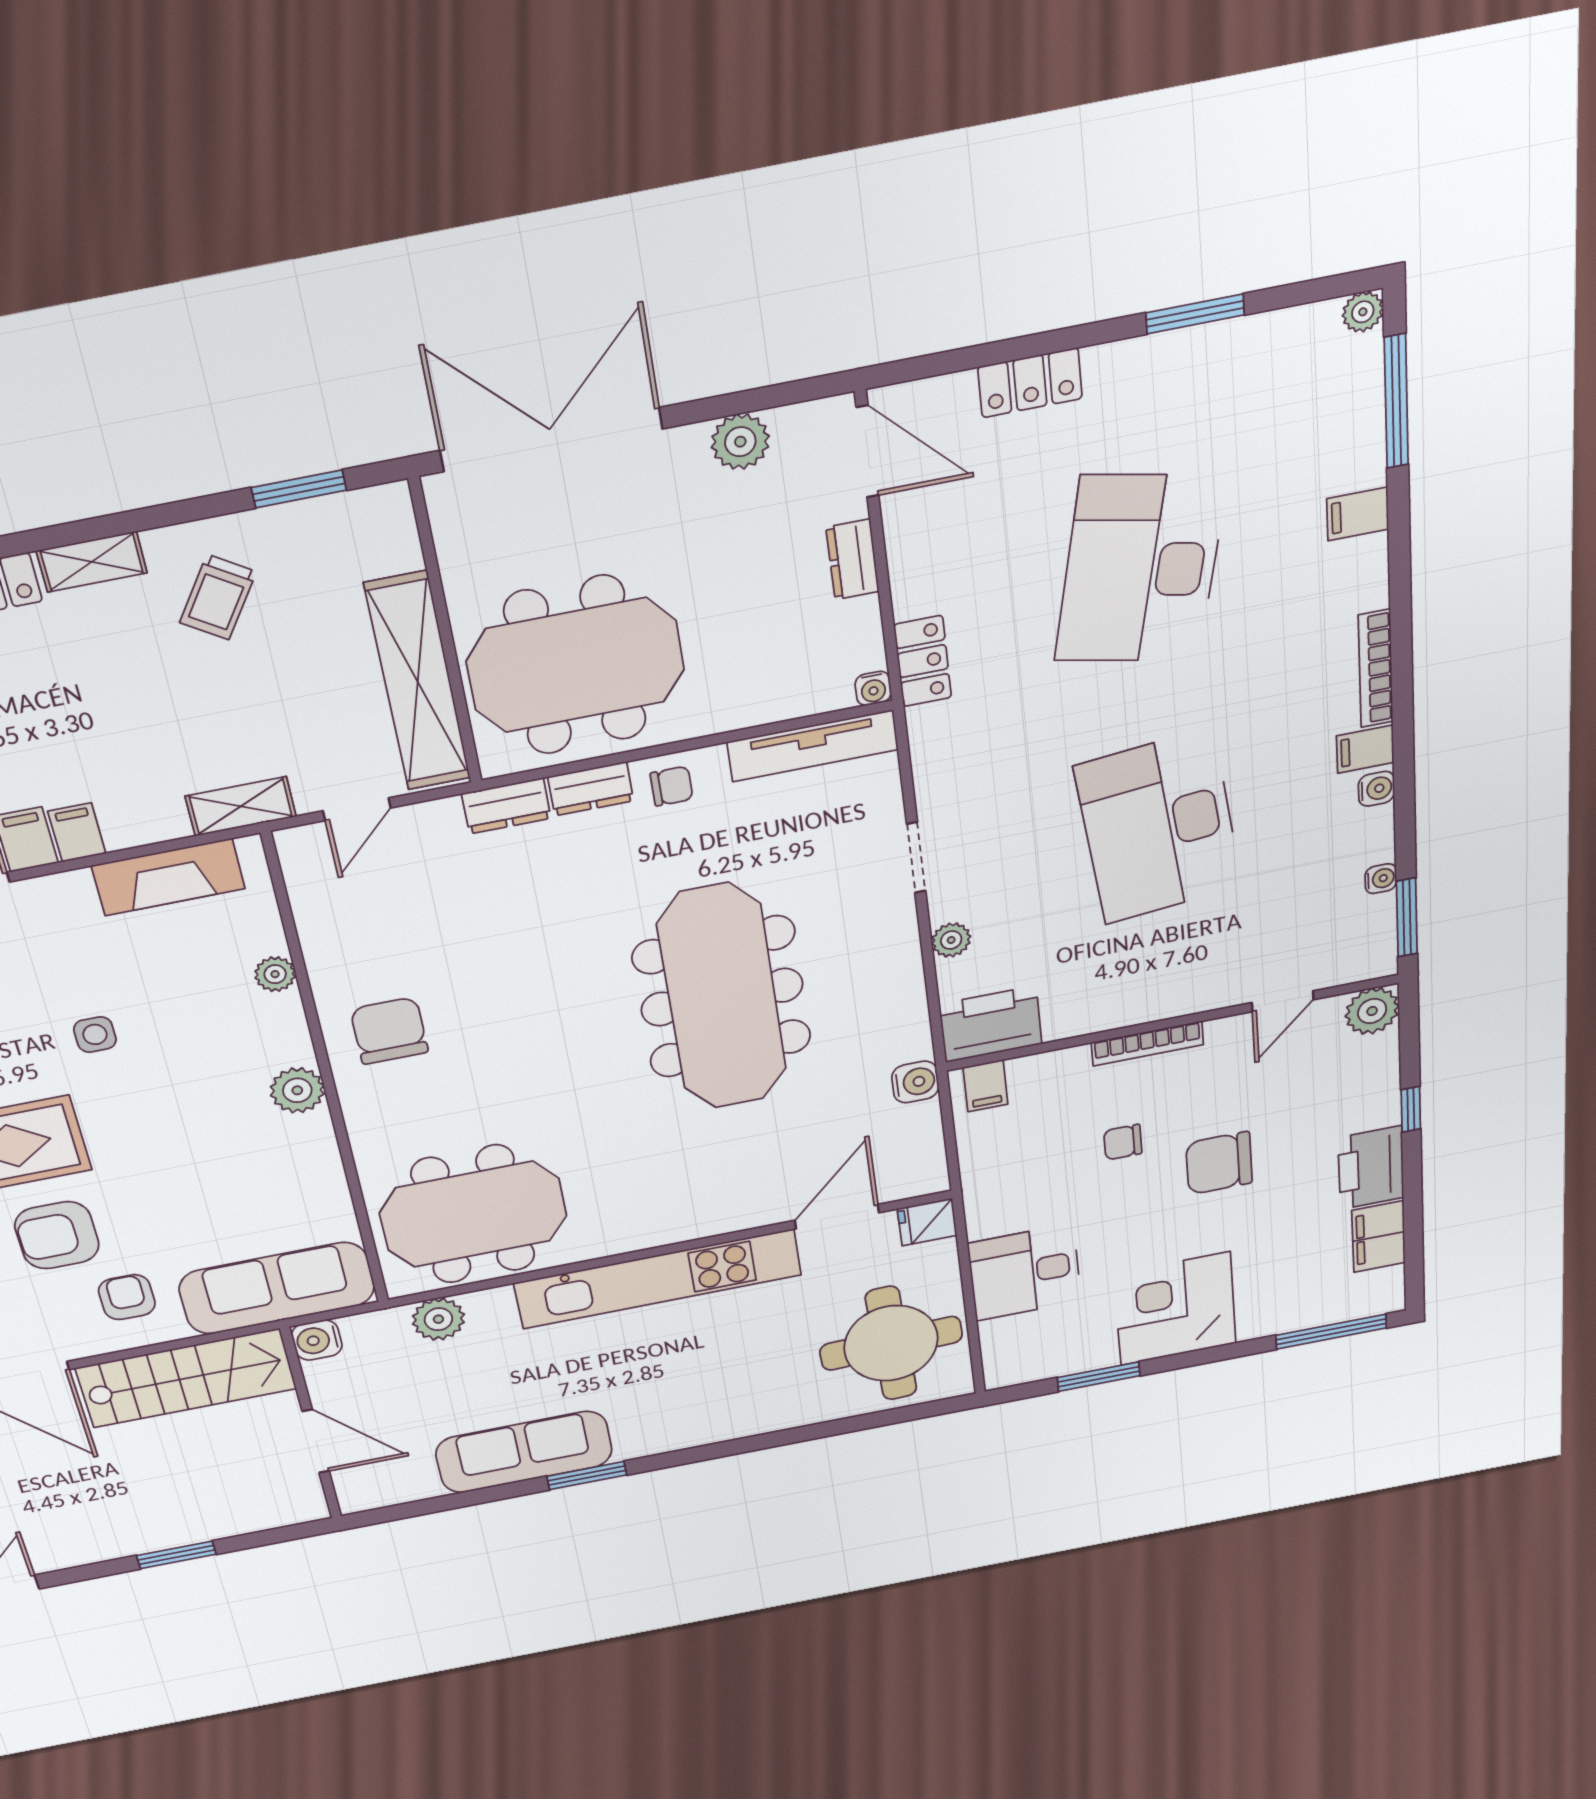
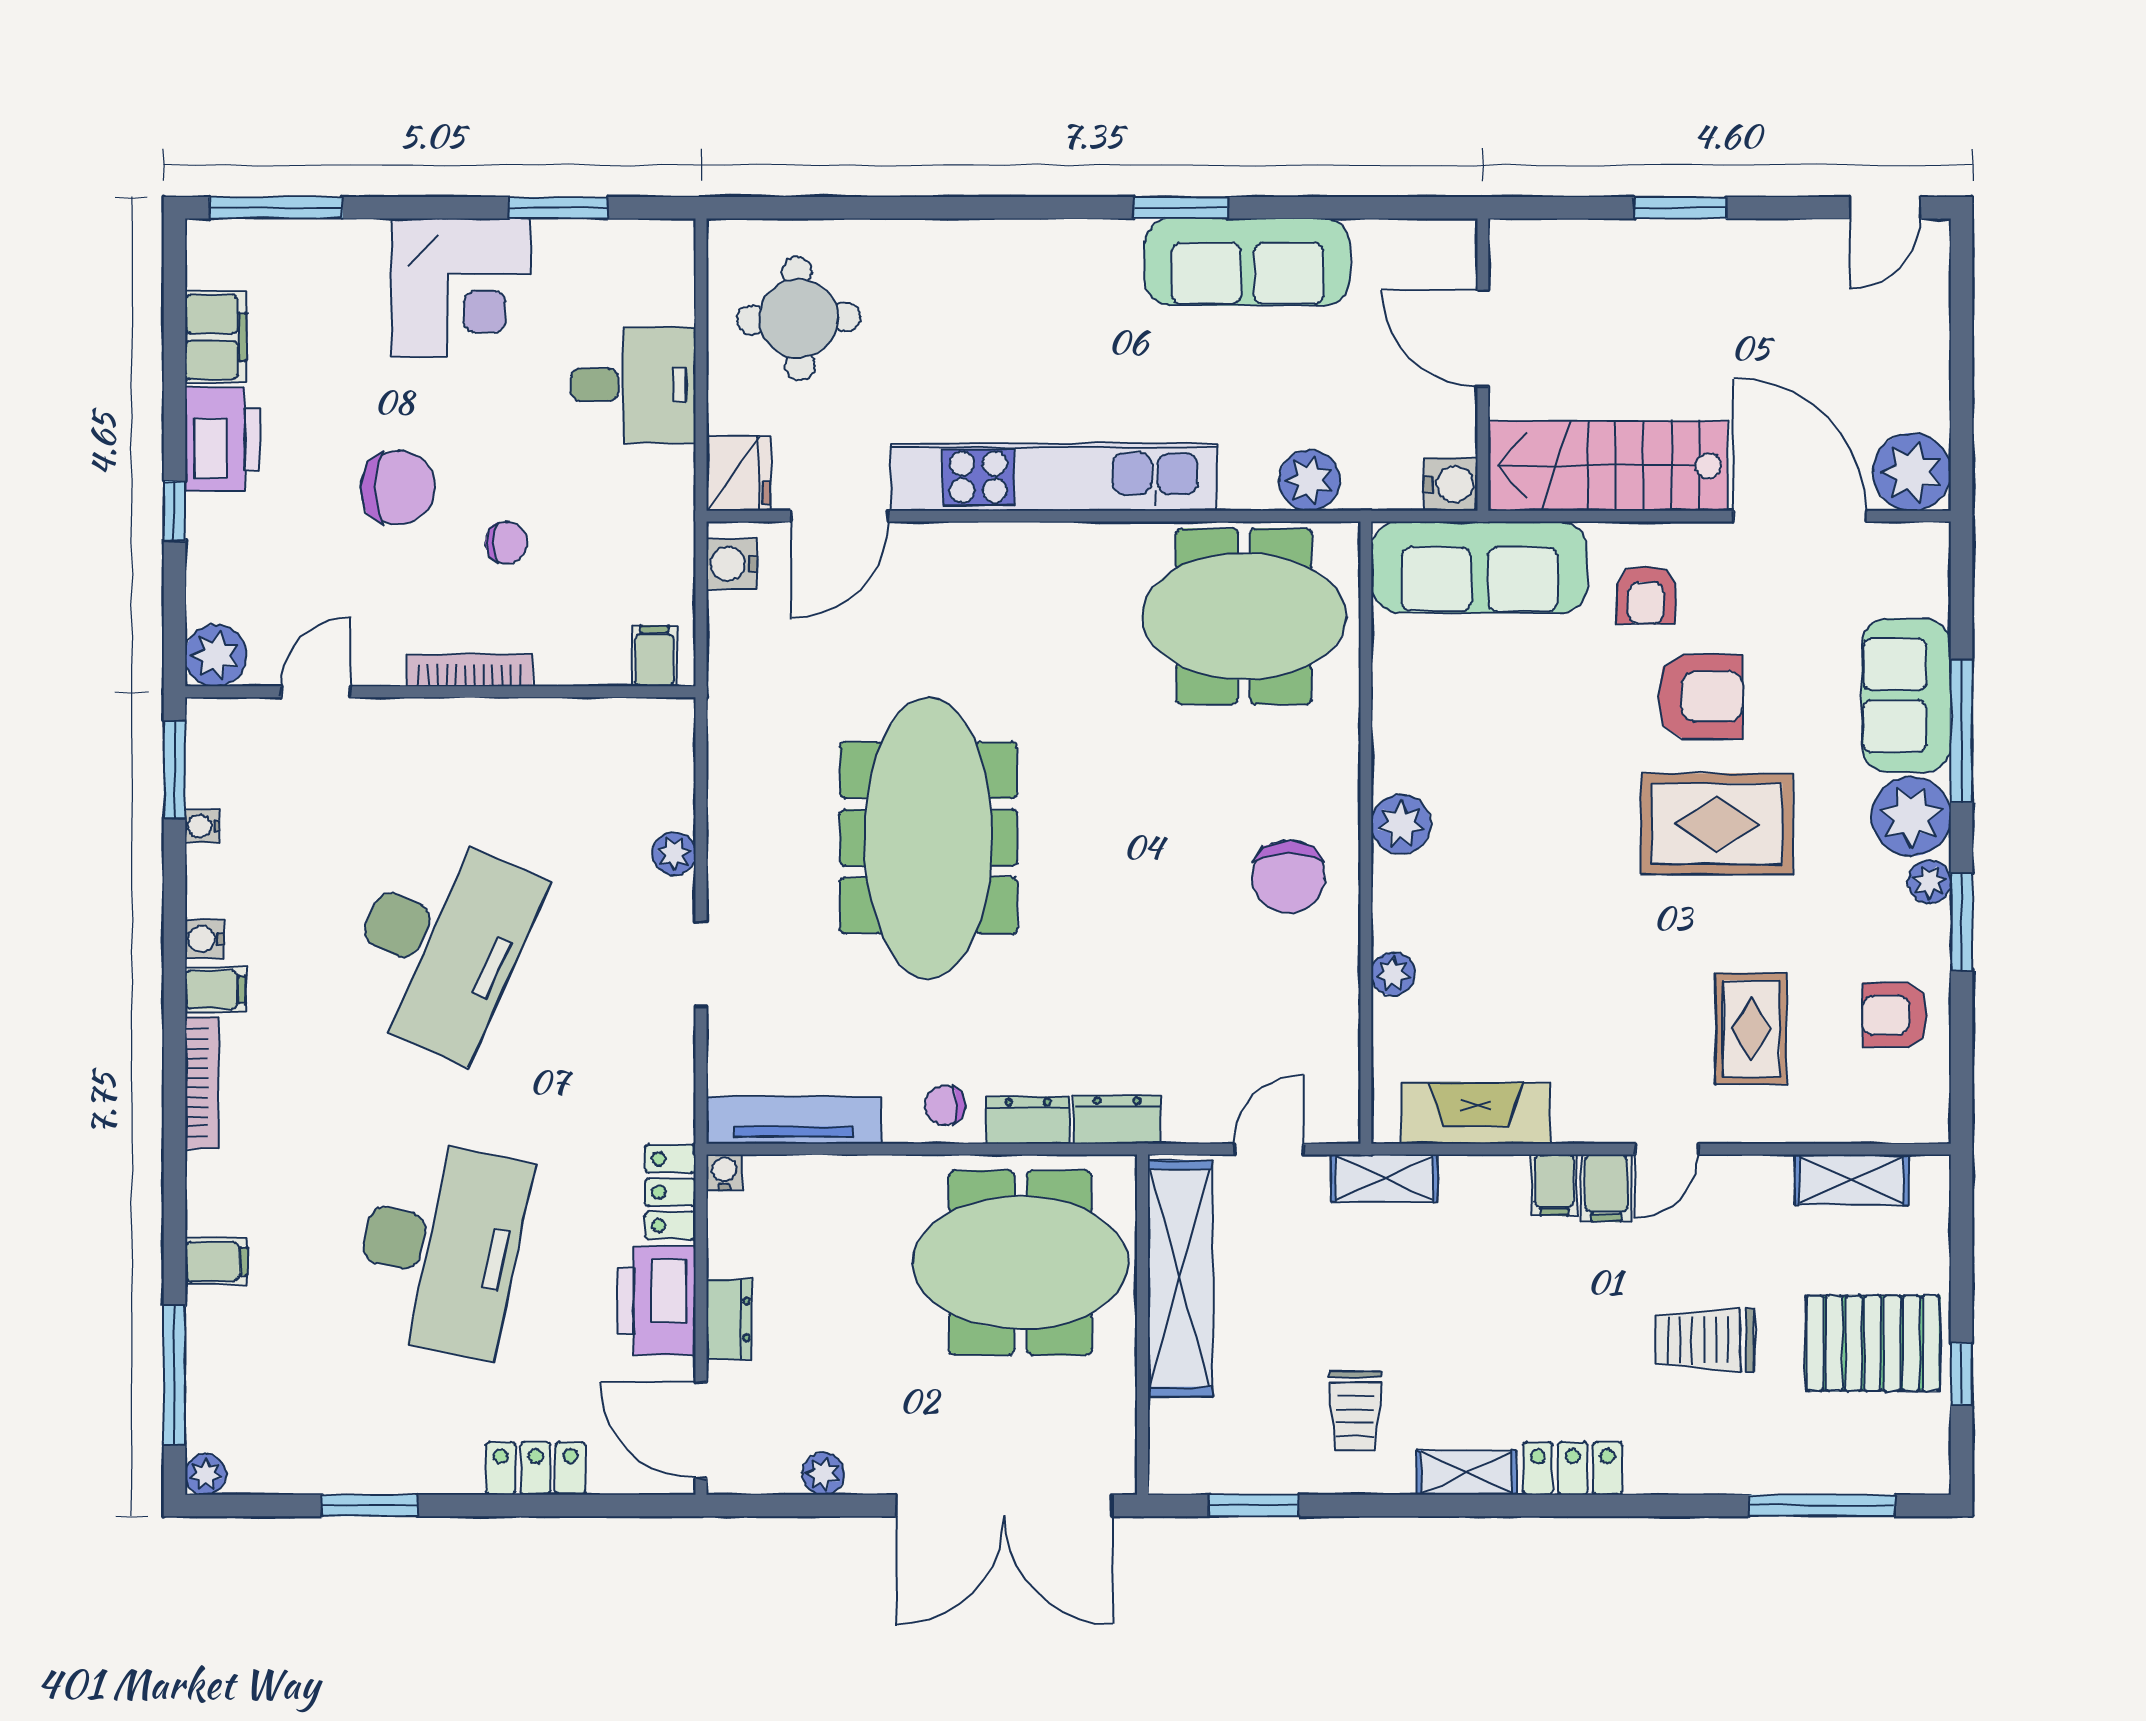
plant: (740, 442) -> (823, 1474), width x0.73, depth x0.73
trolley: (218, 597) -> (1355, 1410), turned 147
desk: (1158, 827) -> (440, 944), turned 30
printer: (991, 1024) -> (657, 1301), moved, turned 90
side table: (95, 1034) -> (1596, 943), removed
water cooler: (915, 1082) -> (732, 564), moved
fridge: (927, 1222) -> (738, 474), width x1.38
round table: (891, 1343) -> (798, 318), width x0.73, depth x0.73

